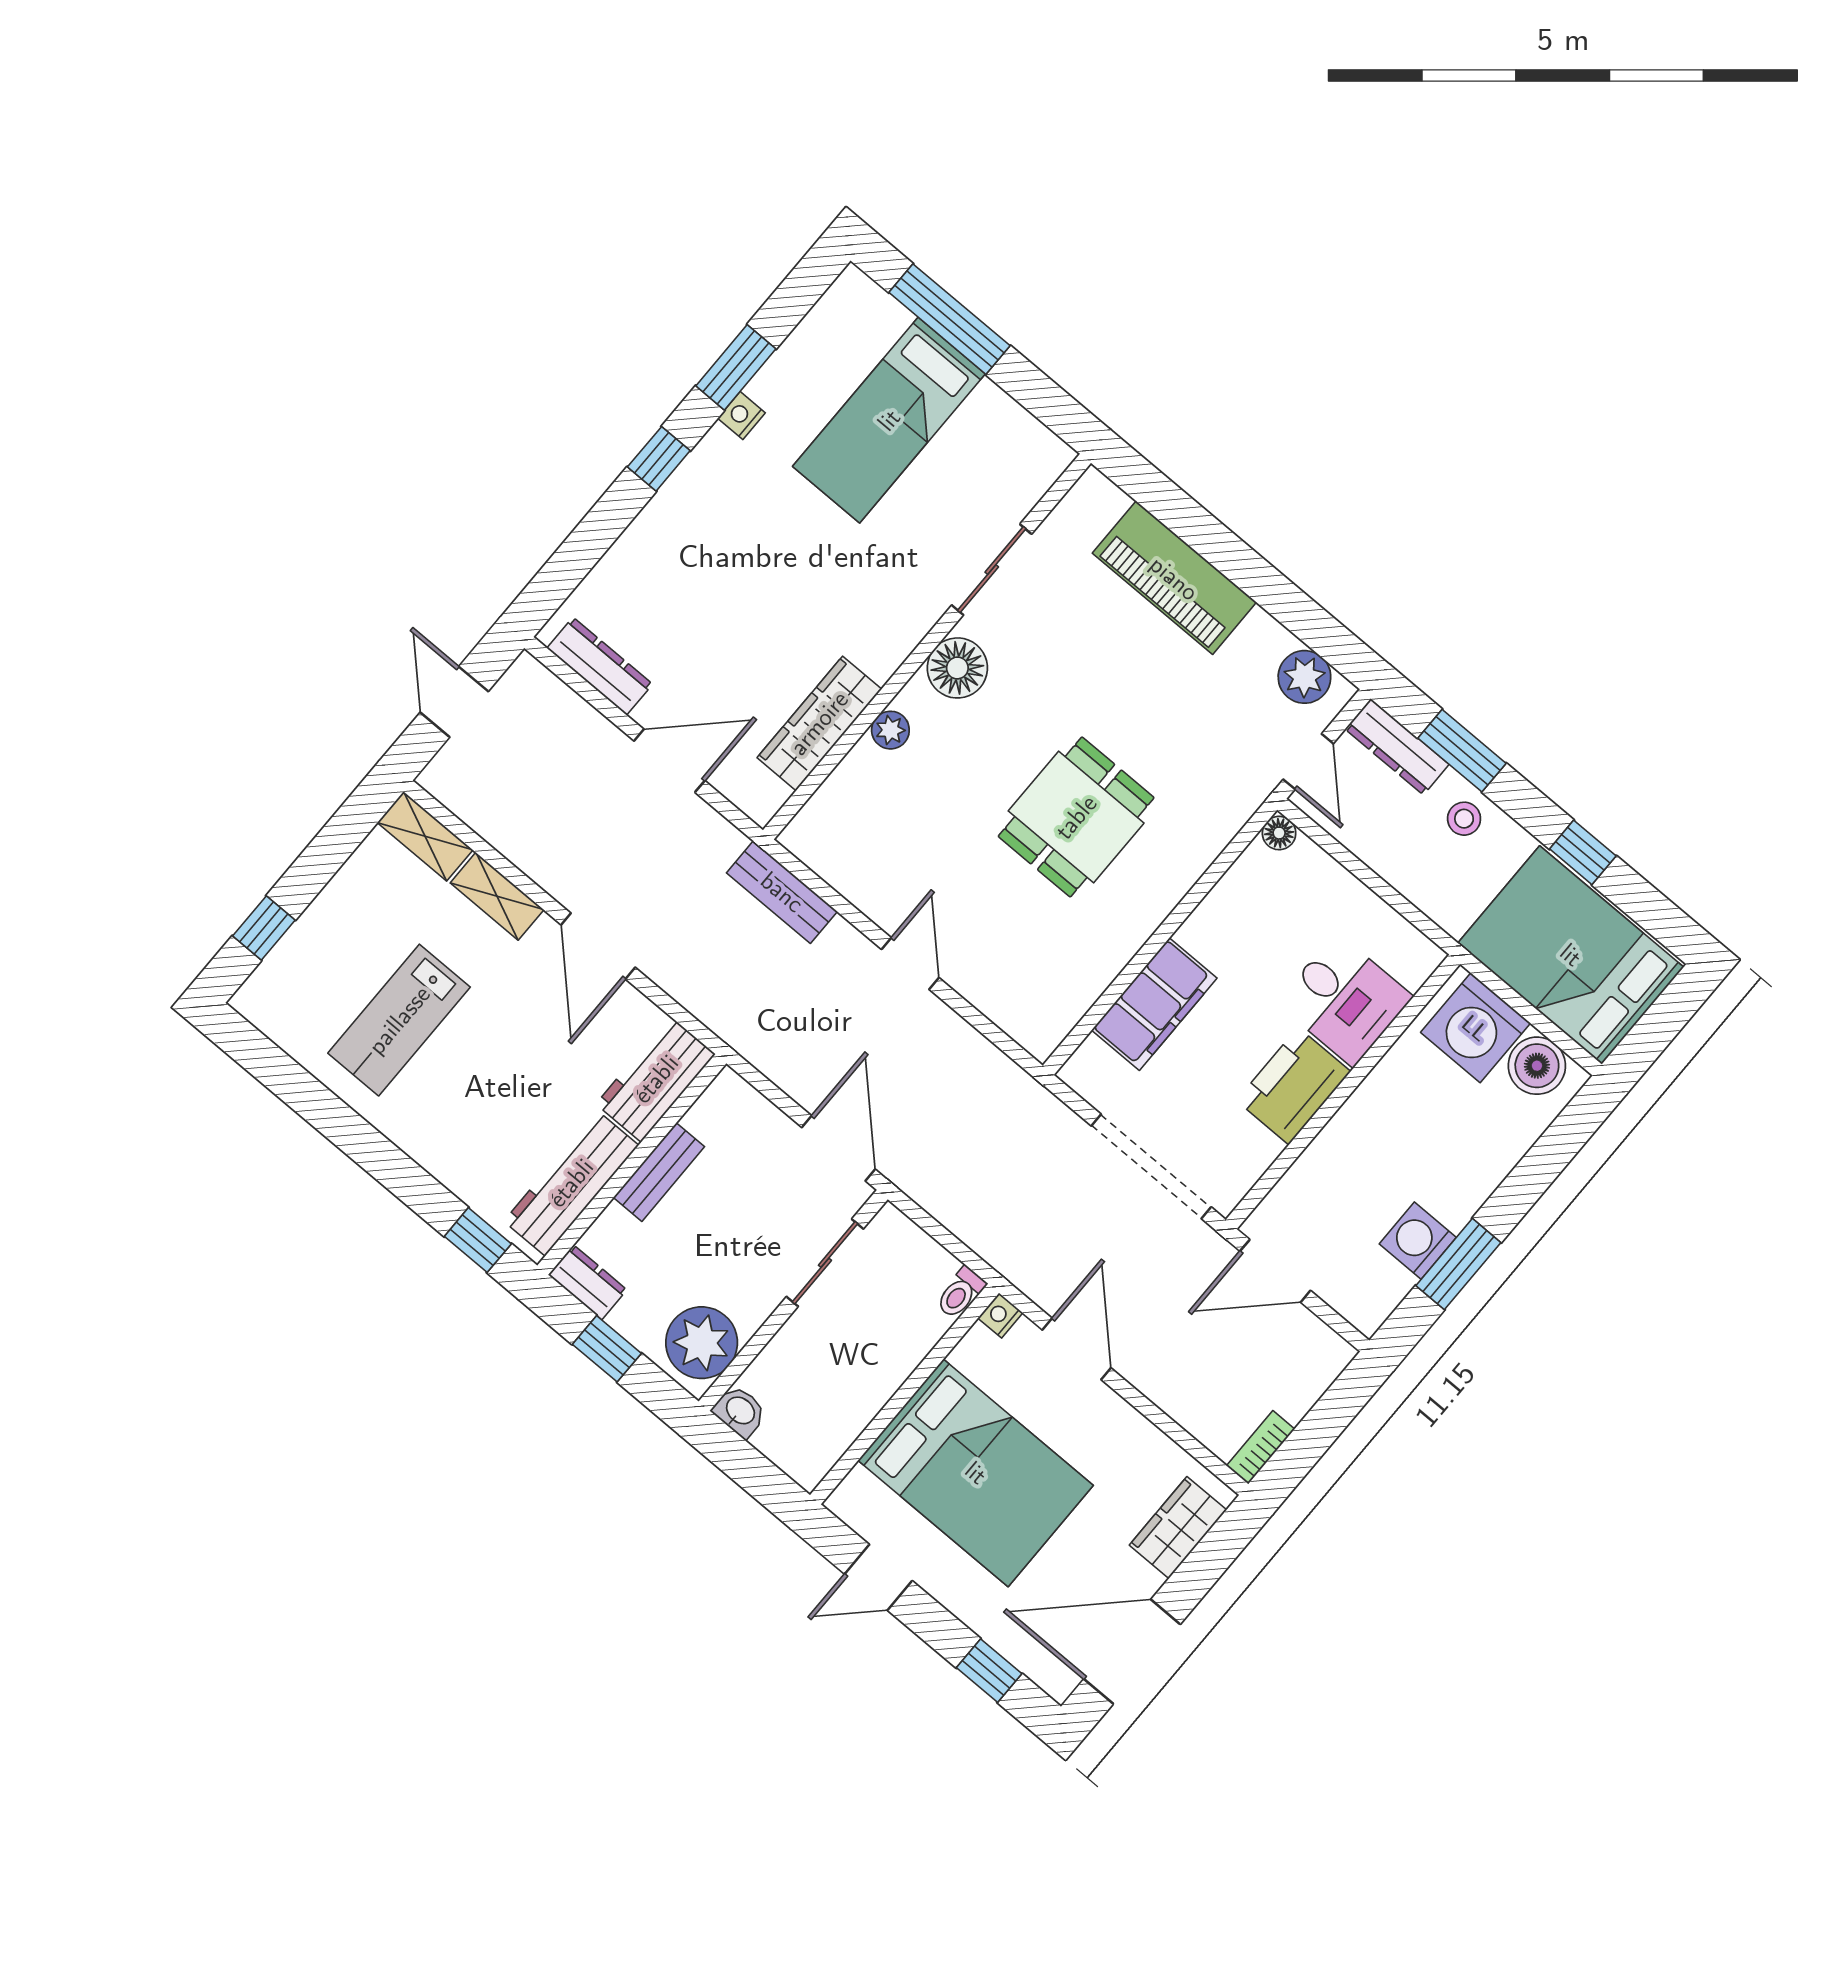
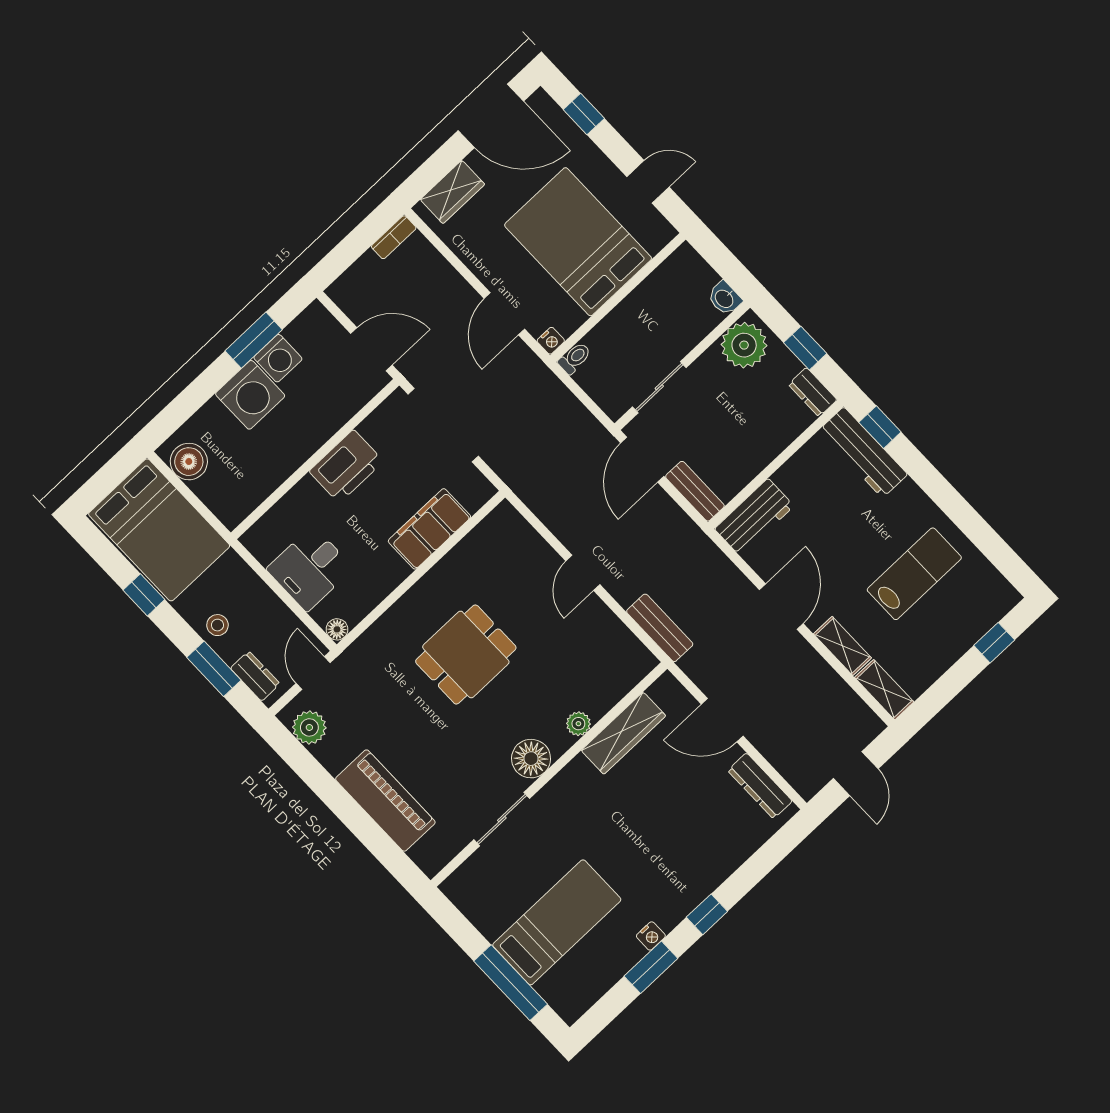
dresser: (1397, 747) -> (255, 676), width x0.70
desk: (1345, 1000) -> (310, 569), moved, turned -90
washing machine: (1475, 1028) -> (250, 395), moved, turned 90
bench: (659, 1172) -> (695, 491), moved, turned 90
workbench: (571, 1183) -> (863, 452), moved, turned 90

